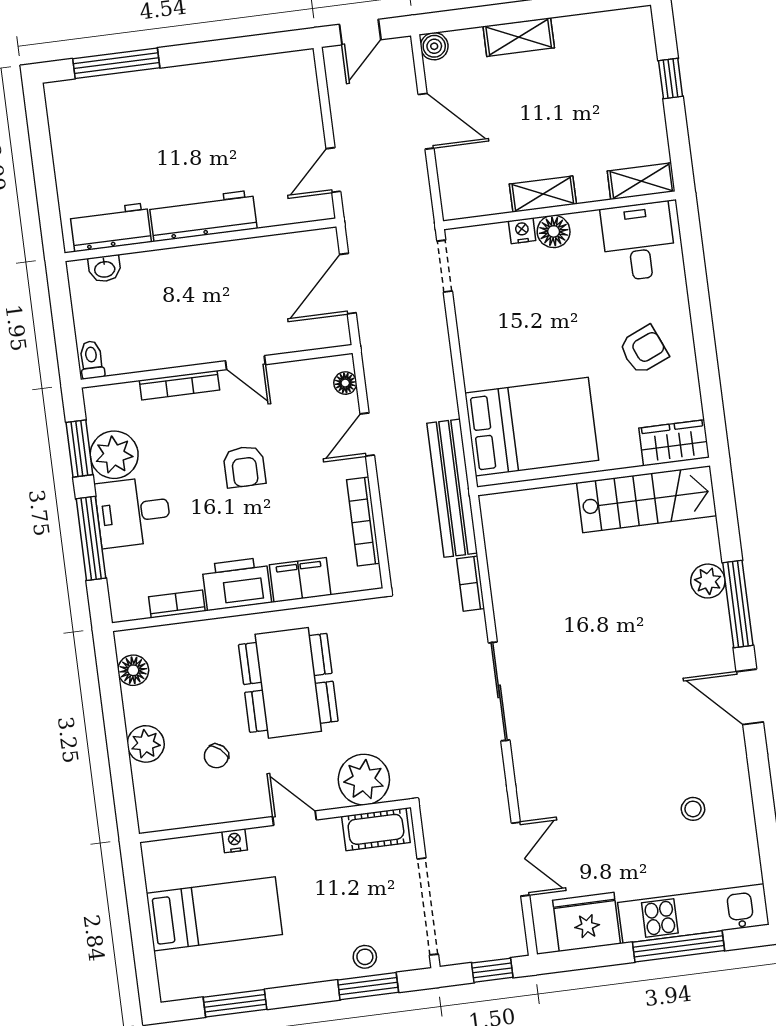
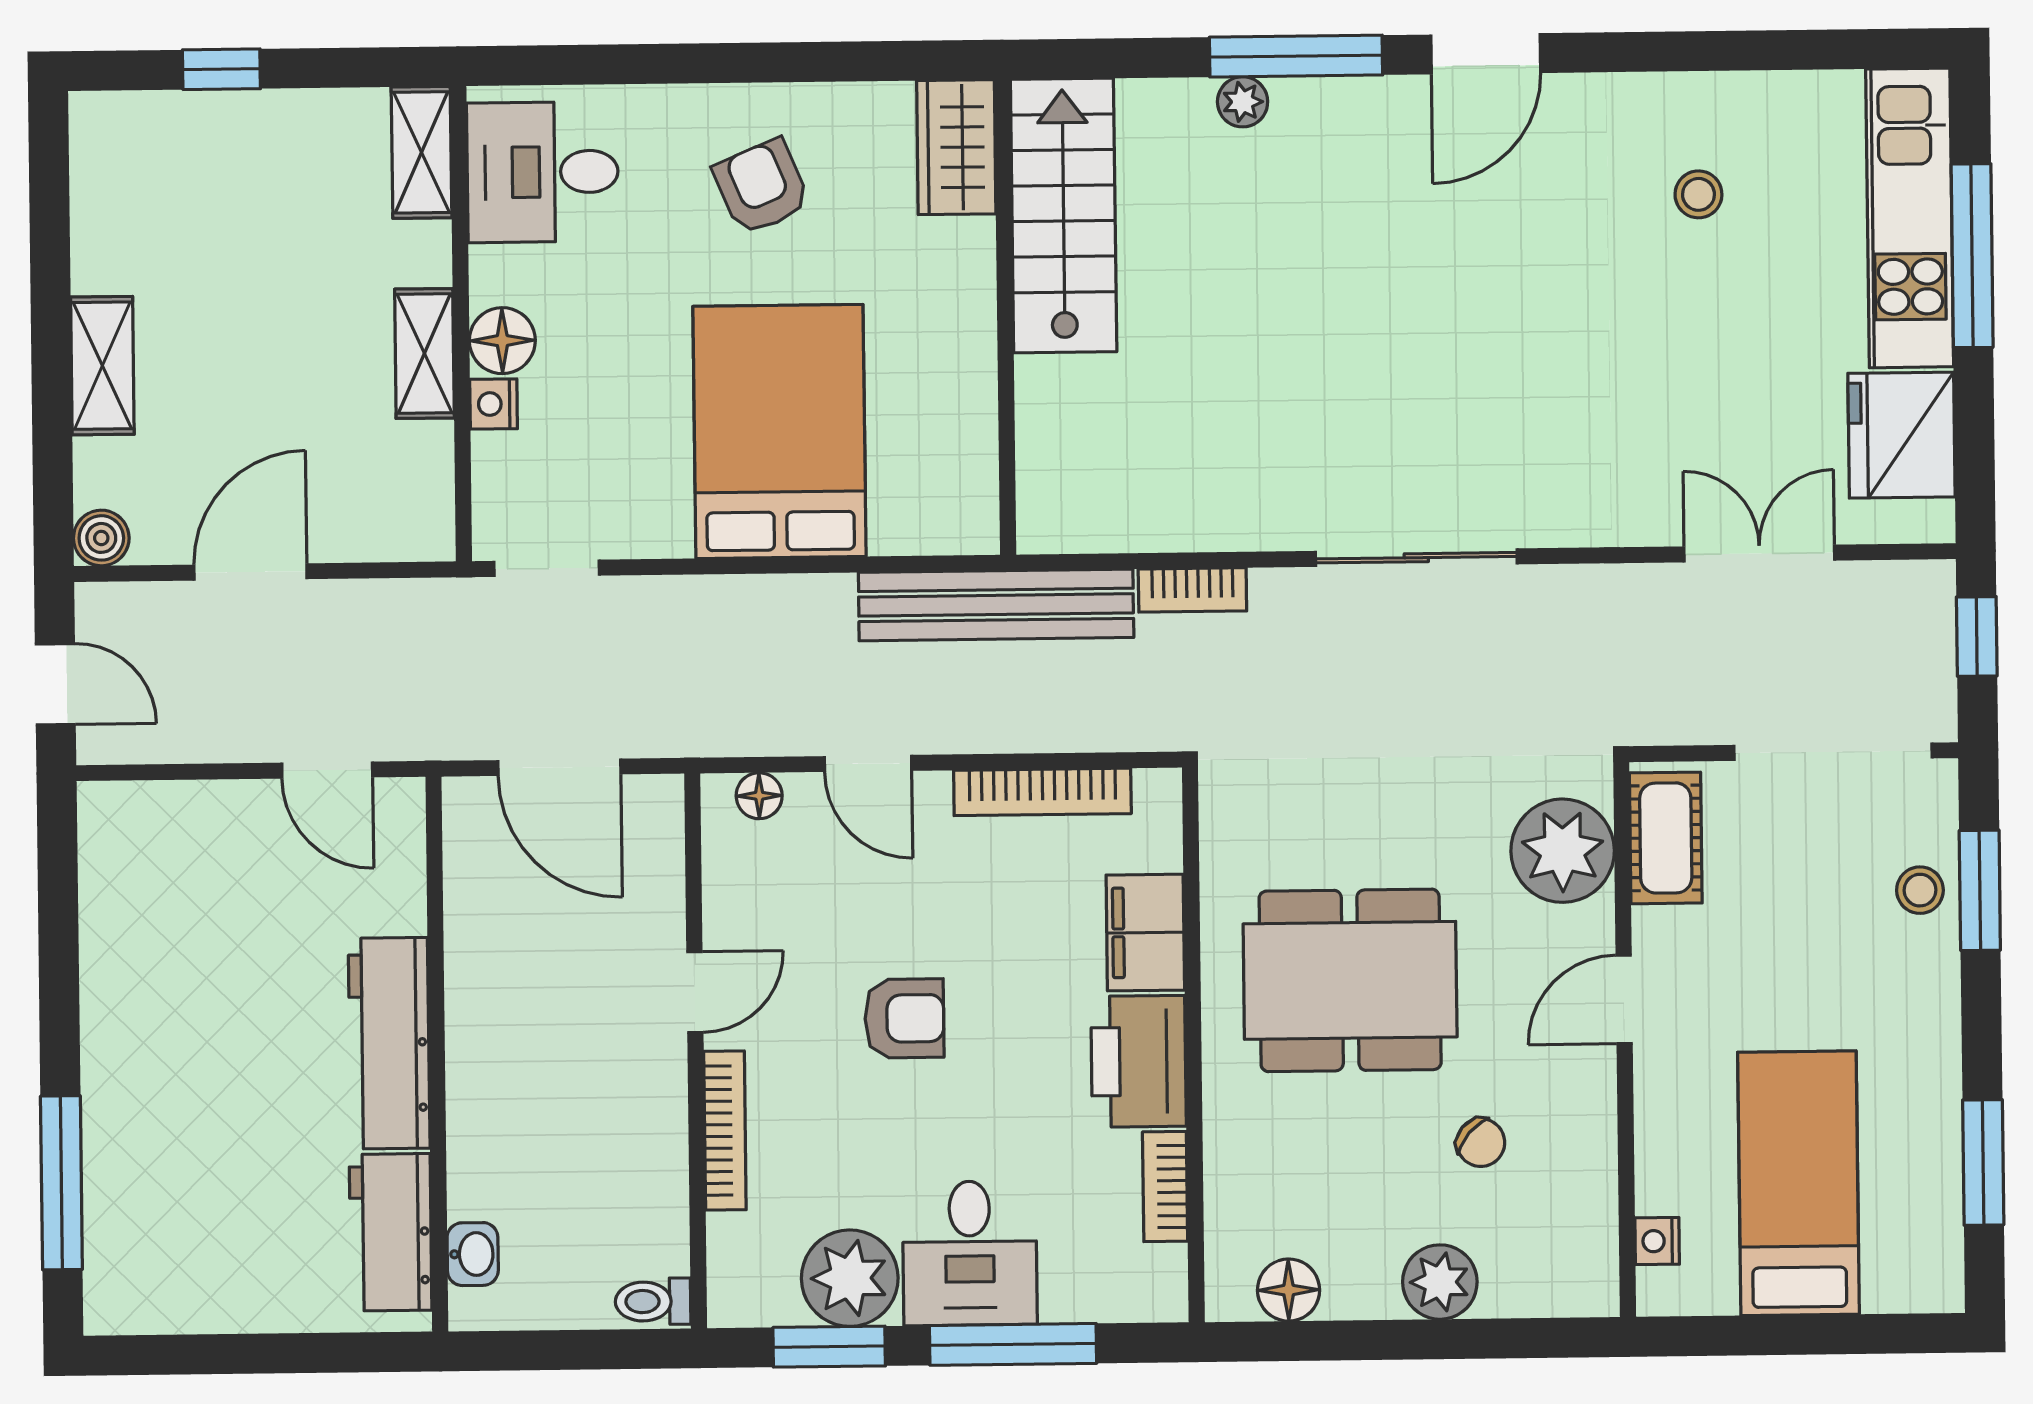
bed: (532, 427) -> (779, 431), moved
plant: (708, 581) -> (1243, 102), width x0.73, depth x0.73
nightstand: (235, 841) -> (1657, 1241), moved

